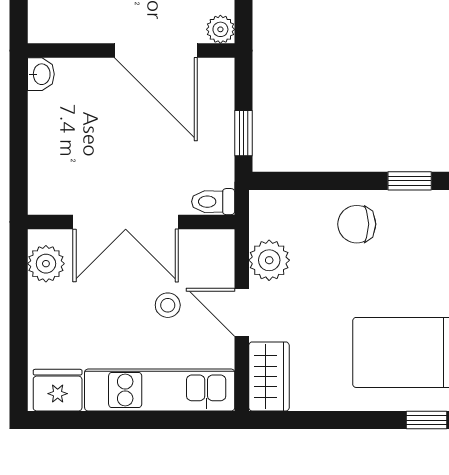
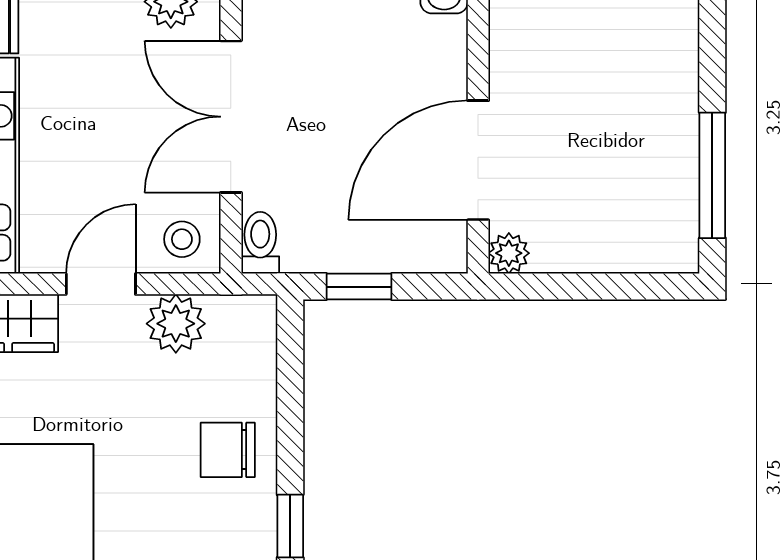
chair: (357, 224) -> (228, 450), turned -90
stool: (168, 305) -> (182, 239), moved

